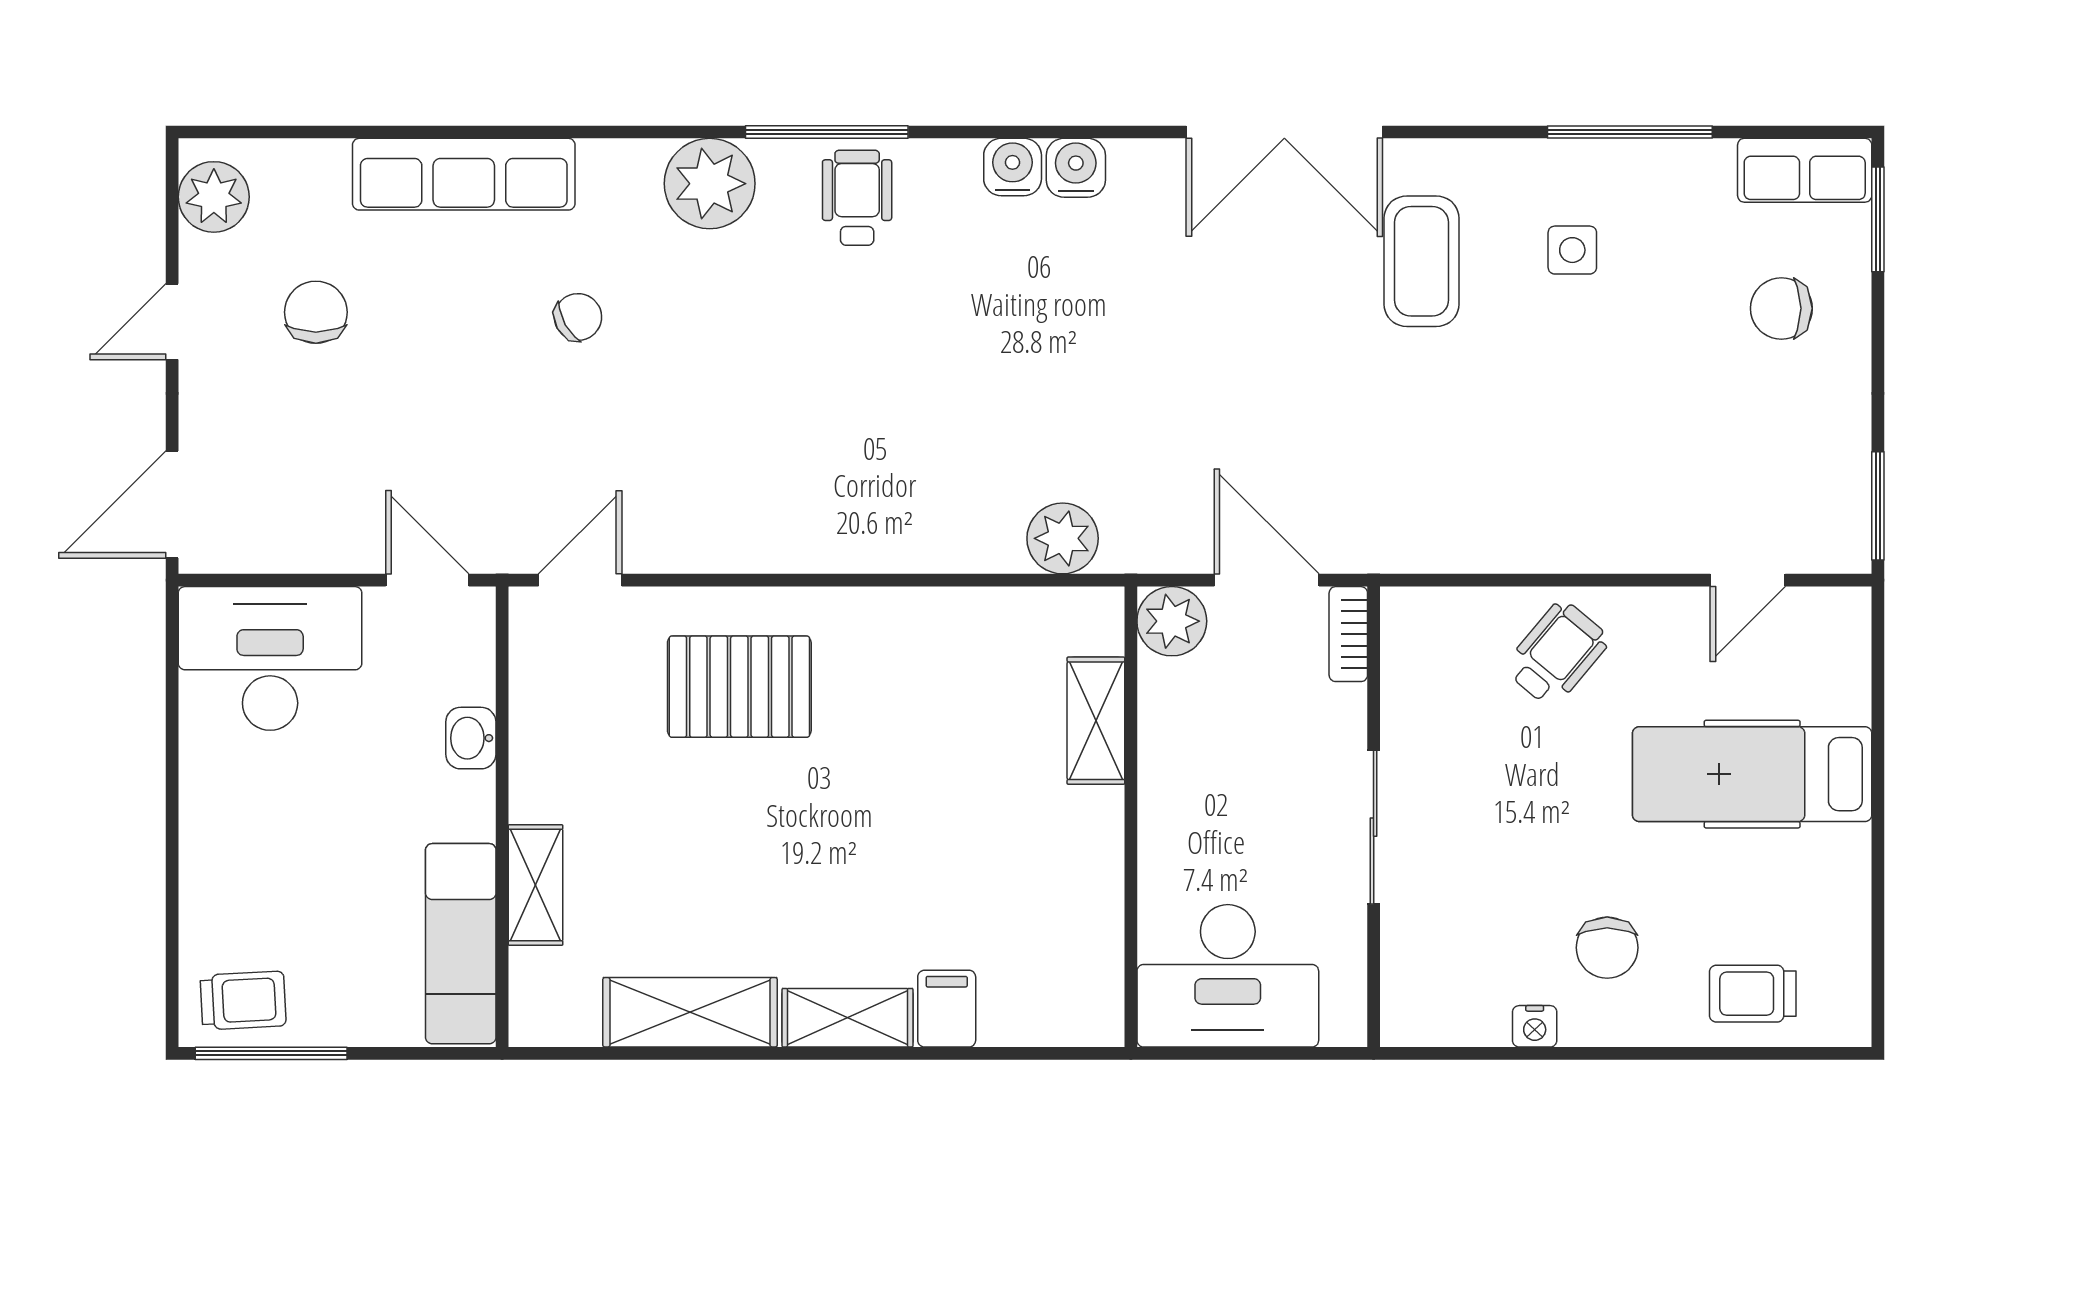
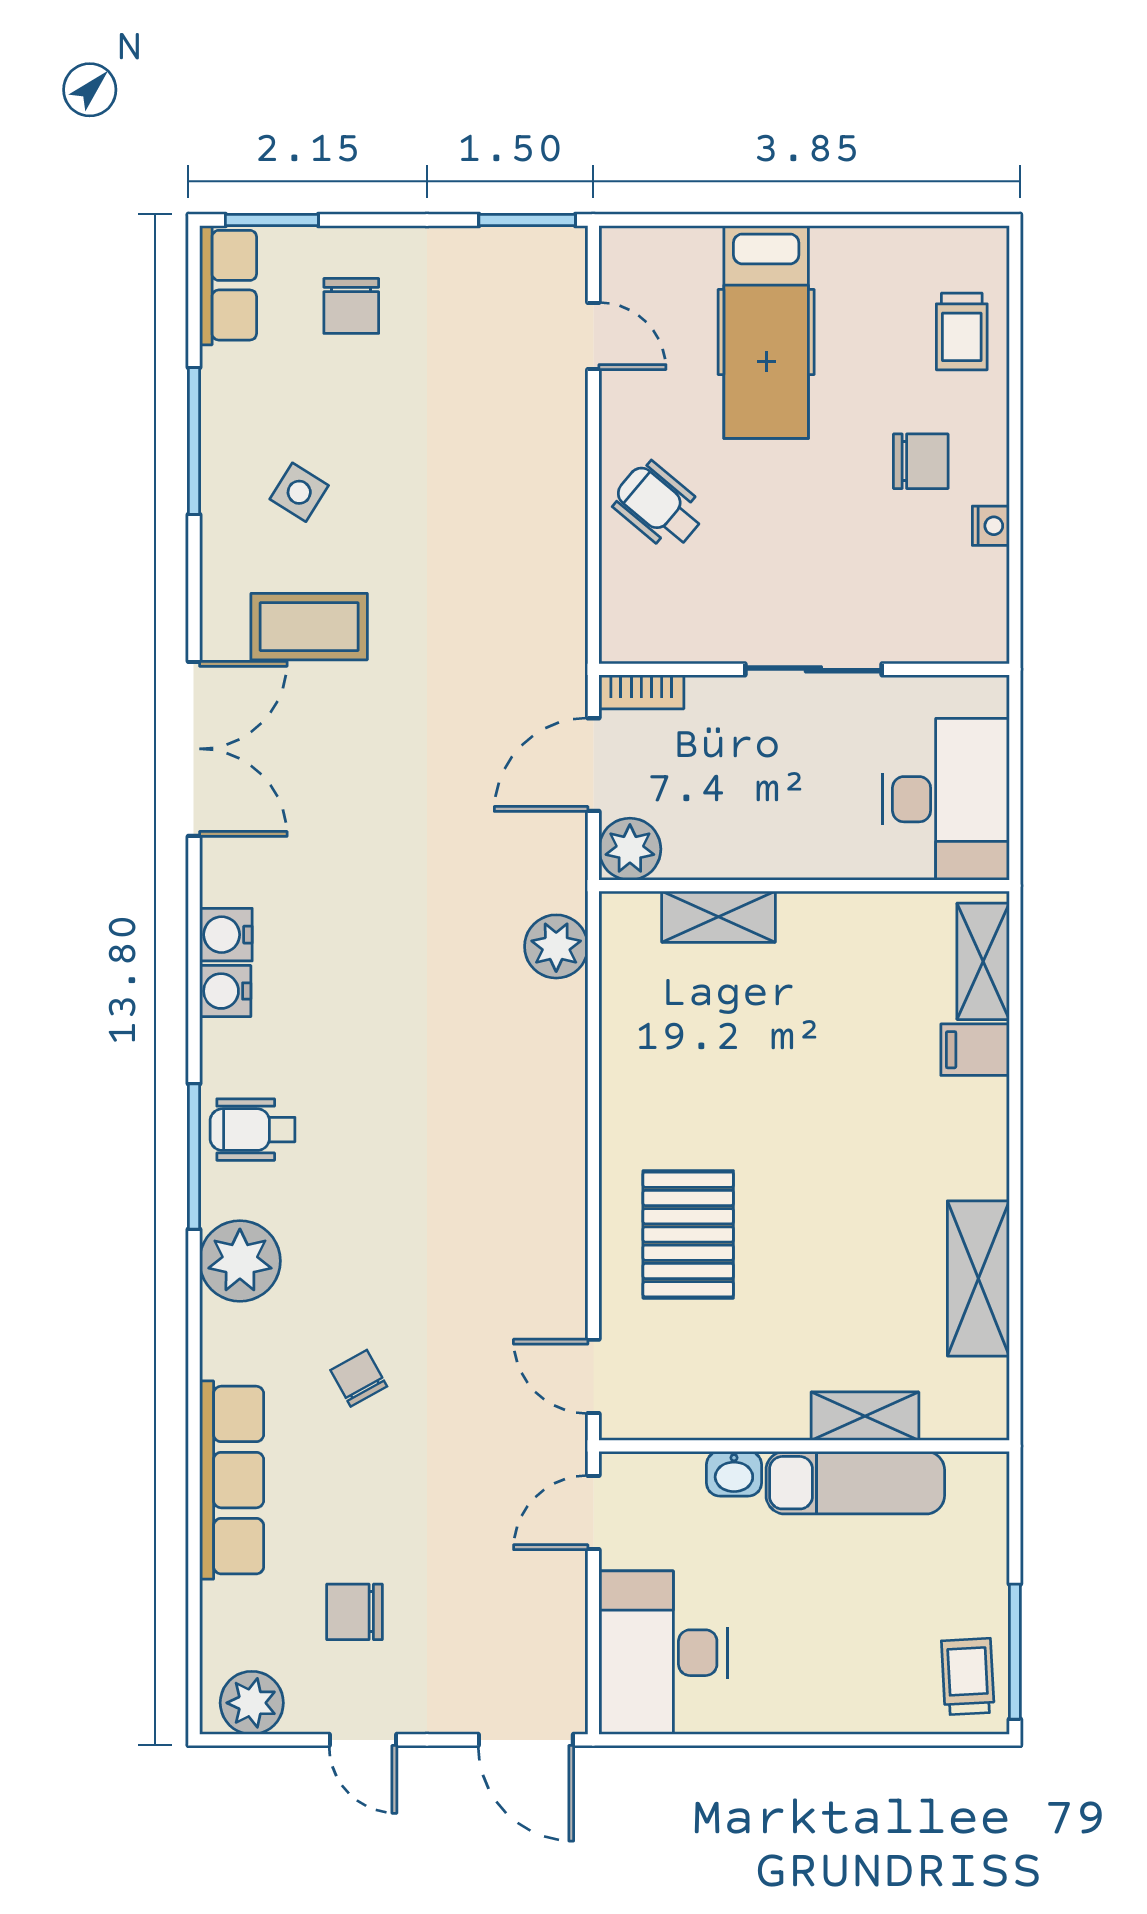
side table: (1572, 250) -> (299, 492), turned 32
exam couch: (461, 944) -> (855, 1483), moved
shelving: (847, 1018) -> (983, 961), moved

